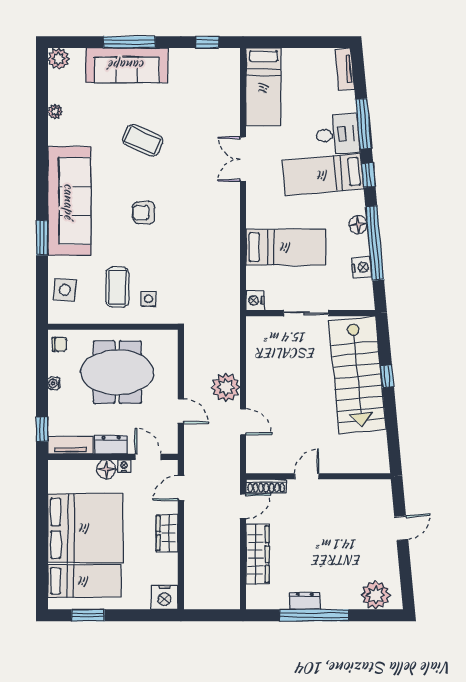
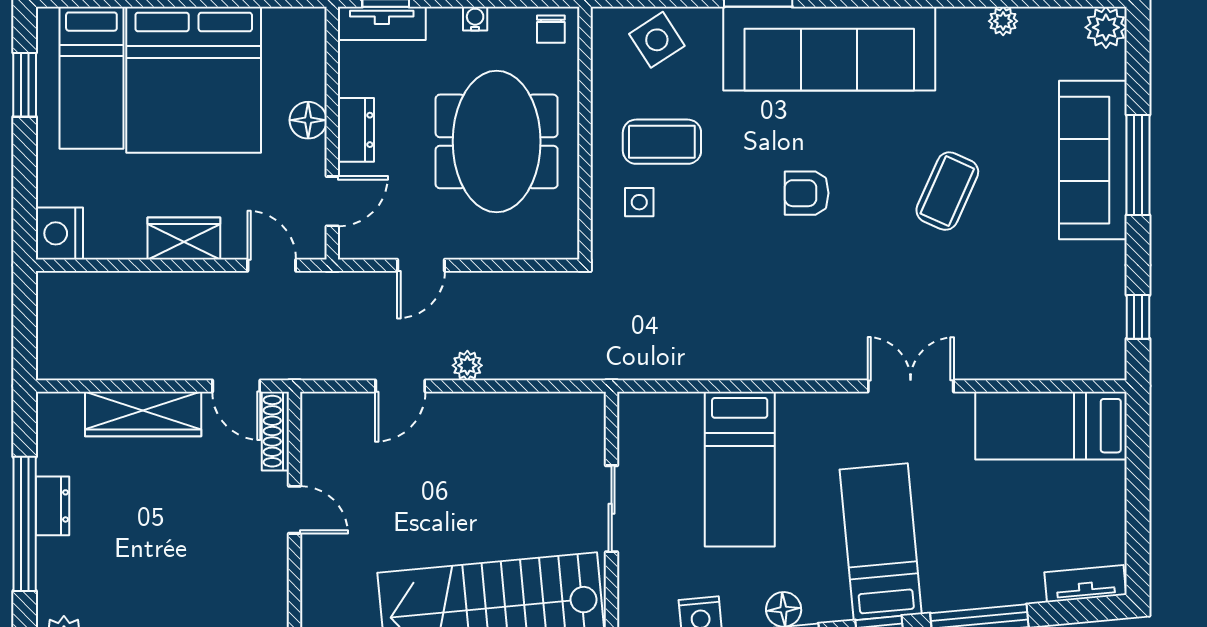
desk: (337, 134) -> (959, 569), removed
armchair: (144, 213) -> (807, 193), turned -90
side table: (65, 290) -> (657, 40), turned -37
nightstand: (255, 300) -> (636, 409), removed
plant: (226, 387) -> (467, 365), width x0.53, depth x0.53
tv unit: (71, 445) -> (382, 23), moved, turned 90
nightstand: (124, 466) -> (314, 155), removed

